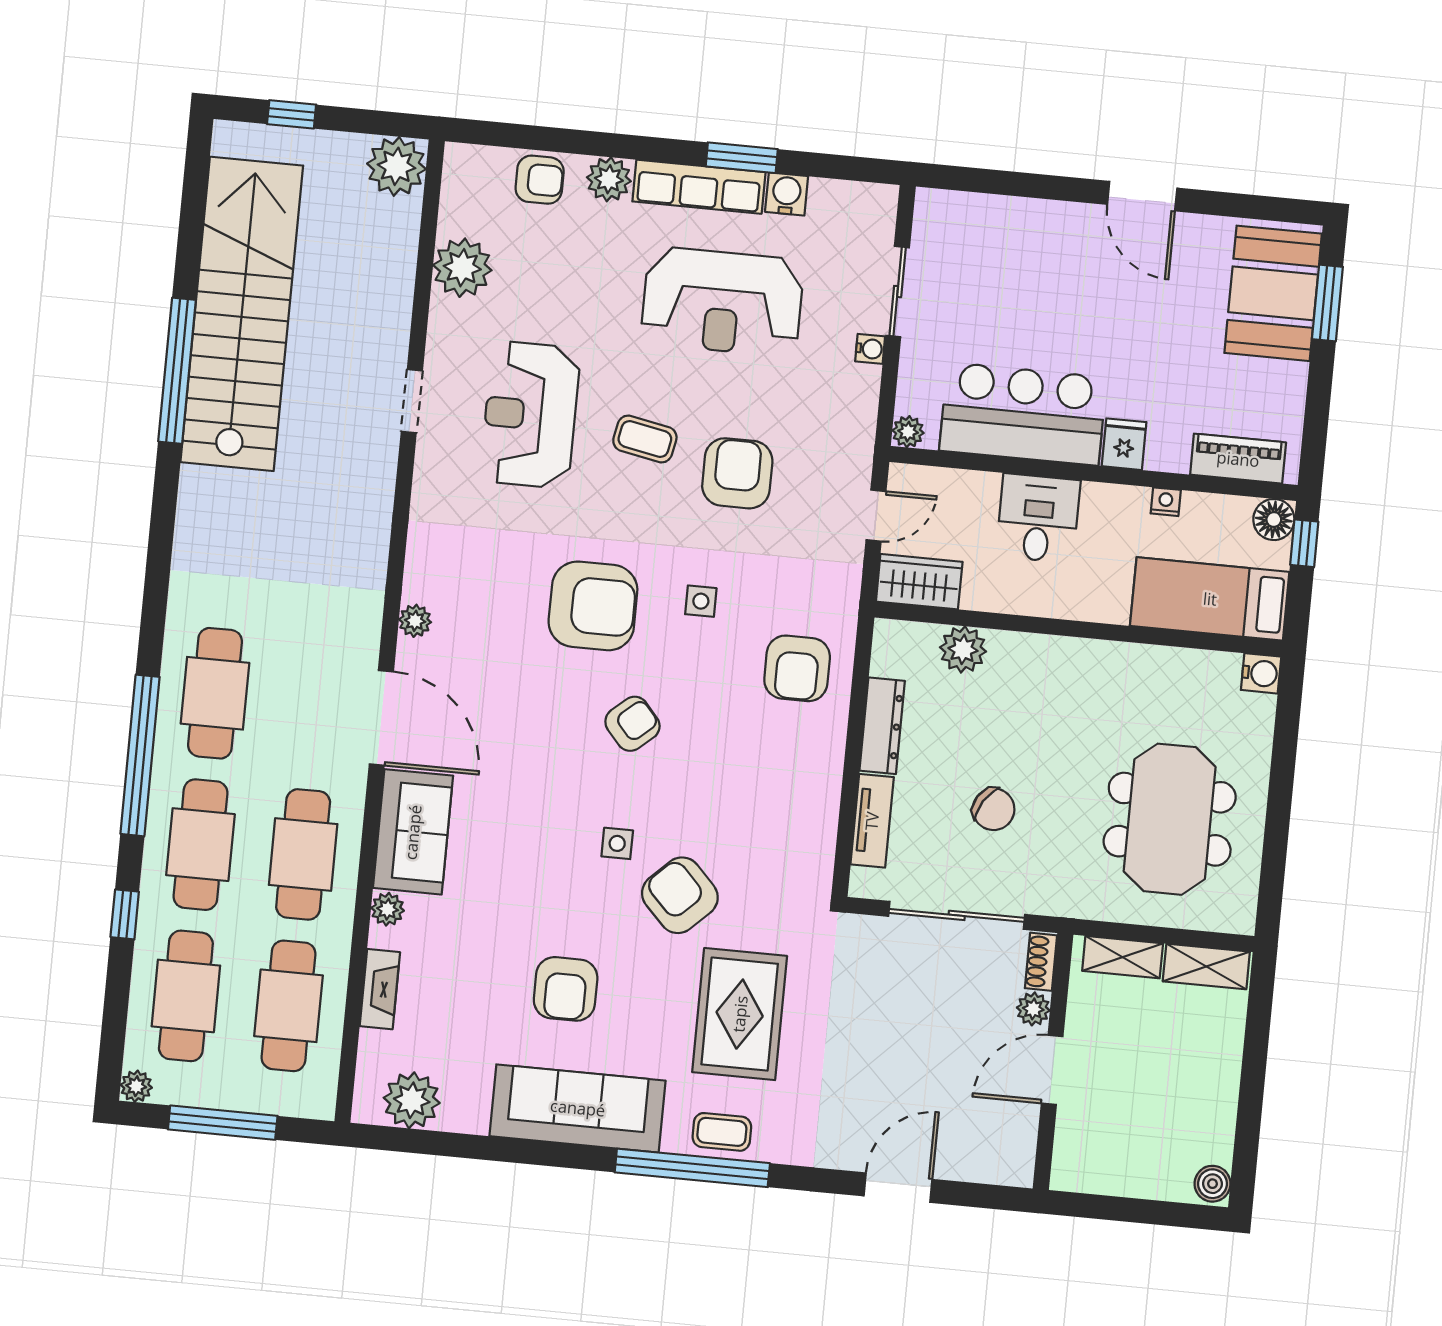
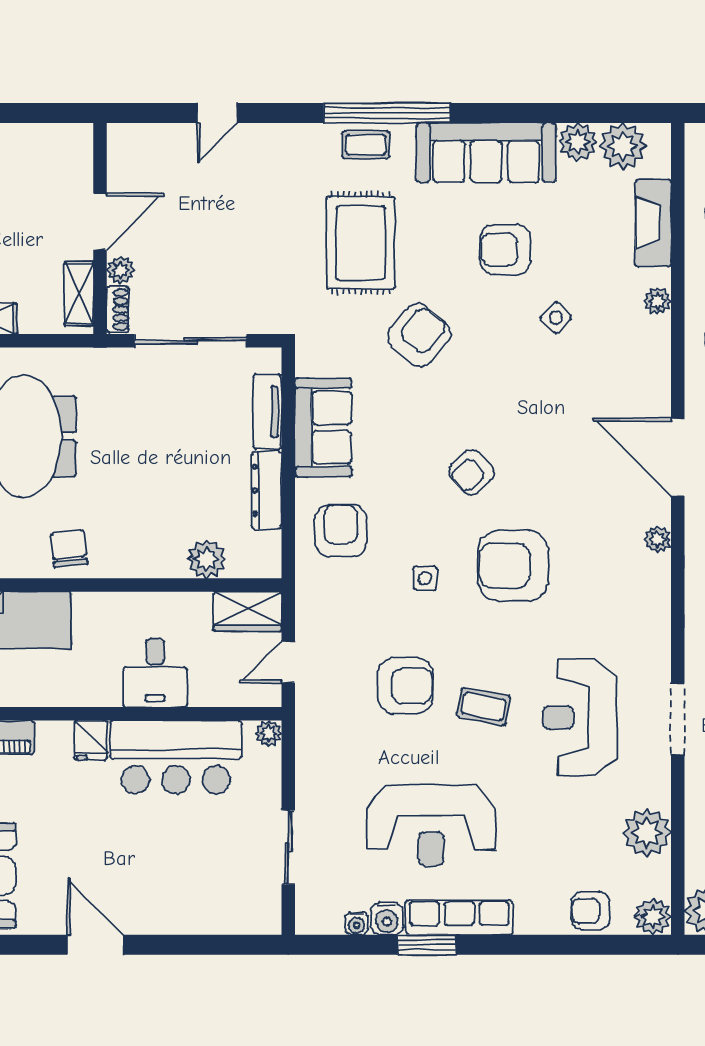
plant: (609, 179) -> (653, 917), moved
reception desk: (722, 302) -> (431, 825), turned 180
water cooler: (870, 349) -> (357, 924), moved, turned -90
doorway: (412, 401) -> (678, 719), width x1.38
reception desk: (530, 415) -> (580, 717), turned 180
armchair: (737, 473) -> (405, 686), turned -90
nightstand: (1166, 502) -> (52, 696), removed
chair: (994, 809) -> (69, 549), moved, turned 51
sofa: (413, 832) -> (323, 428), moved, turned 180
side table: (617, 843) -> (556, 318), moved, turned 45
armchair: (680, 895) -> (419, 335), turned -96
shelving: (1123, 957) -> (79, 293), moved, turned 90
fireplace: (380, 989) -> (653, 223), width x1.37, depth x1.32
armchair: (566, 989) -> (505, 250), turned -90
plant: (465, 1111) -> (578, 142), added
door: (898, 1188) -> (217, 113), width x0.73

